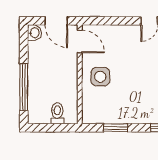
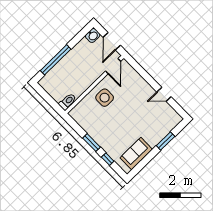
toilet: (57, 113) -> (67, 102), moved
window: (116, 128) -> (91, 143), moved

